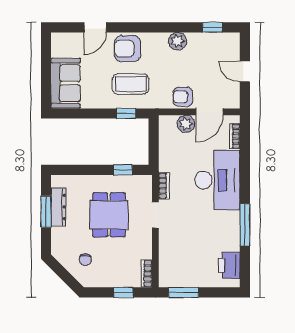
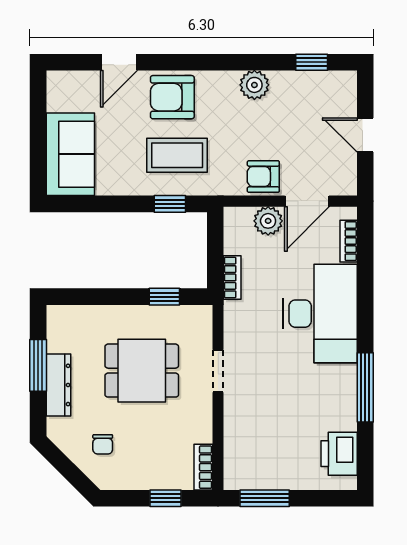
bookcase: (164, 186) -> (232, 277), moved
dresser: (58, 207) -> (59, 385), moved
dining table: (109, 215) -> (142, 371), turned 90

